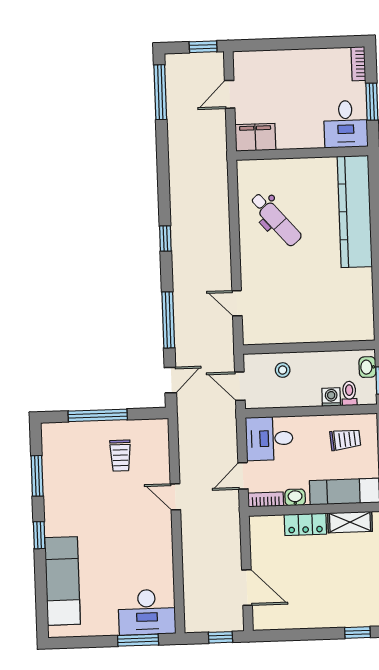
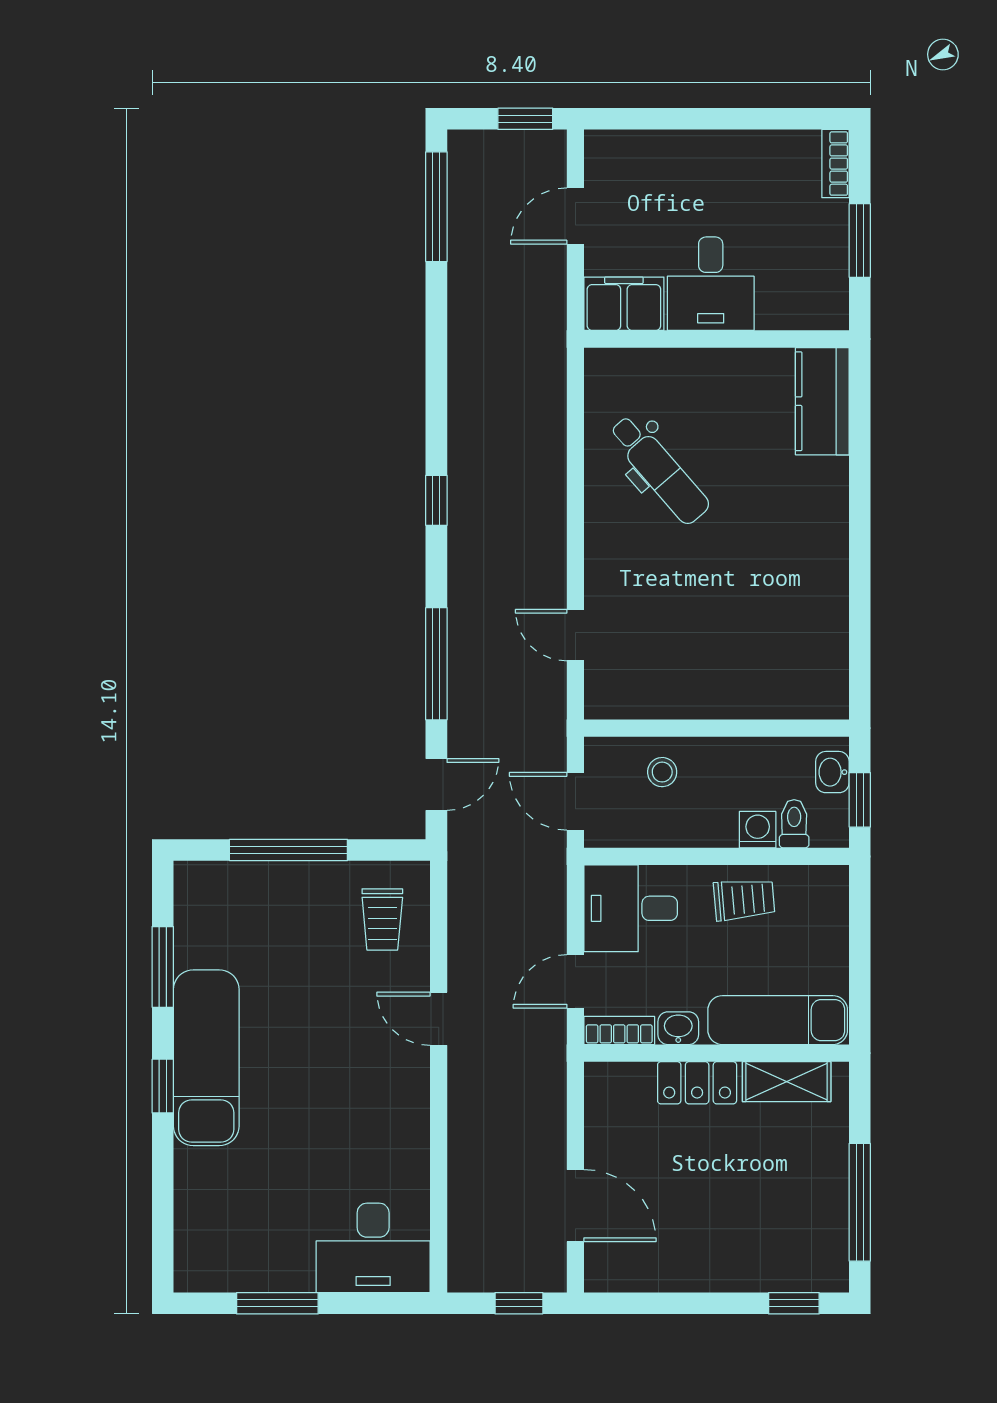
desk: (346, 124) -> (711, 284), moved
kitchen counter: (355, 211) -> (822, 401), width x0.48, depth x0.86
trolley: (345, 440) -> (744, 899), moved
trolley: (120, 456) -> (382, 919), moved
exam couch: (62, 581) -> (206, 1058), moved
window: (138, 640) -> (277, 1303), moved

